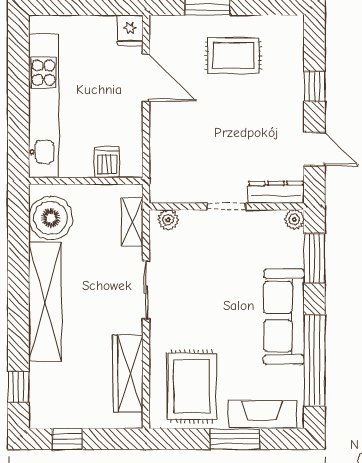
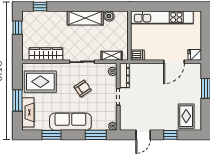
rug: (233, 56) -> (186, 116), moved
dishwasher: (107, 162) -> (137, 55), moved
dresser: (276, 192) -> (124, 75), moved
boiler: (51, 218) -> (109, 16), width x0.54, depth x0.54
armchair: (207, 289) -> (83, 88), added
shelving: (45, 302) -> (85, 18), width x0.68
window: (314, 360) -> (51, 135), width x0.47

